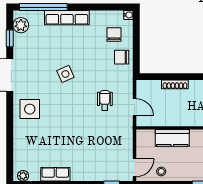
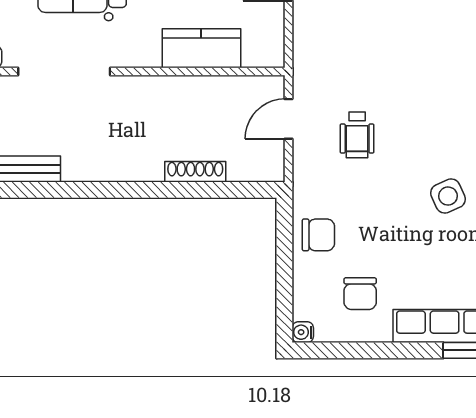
chair: (114, 34) -> (360, 294), moved
door: (135, 107) -> (288, 119), hinge flipped

